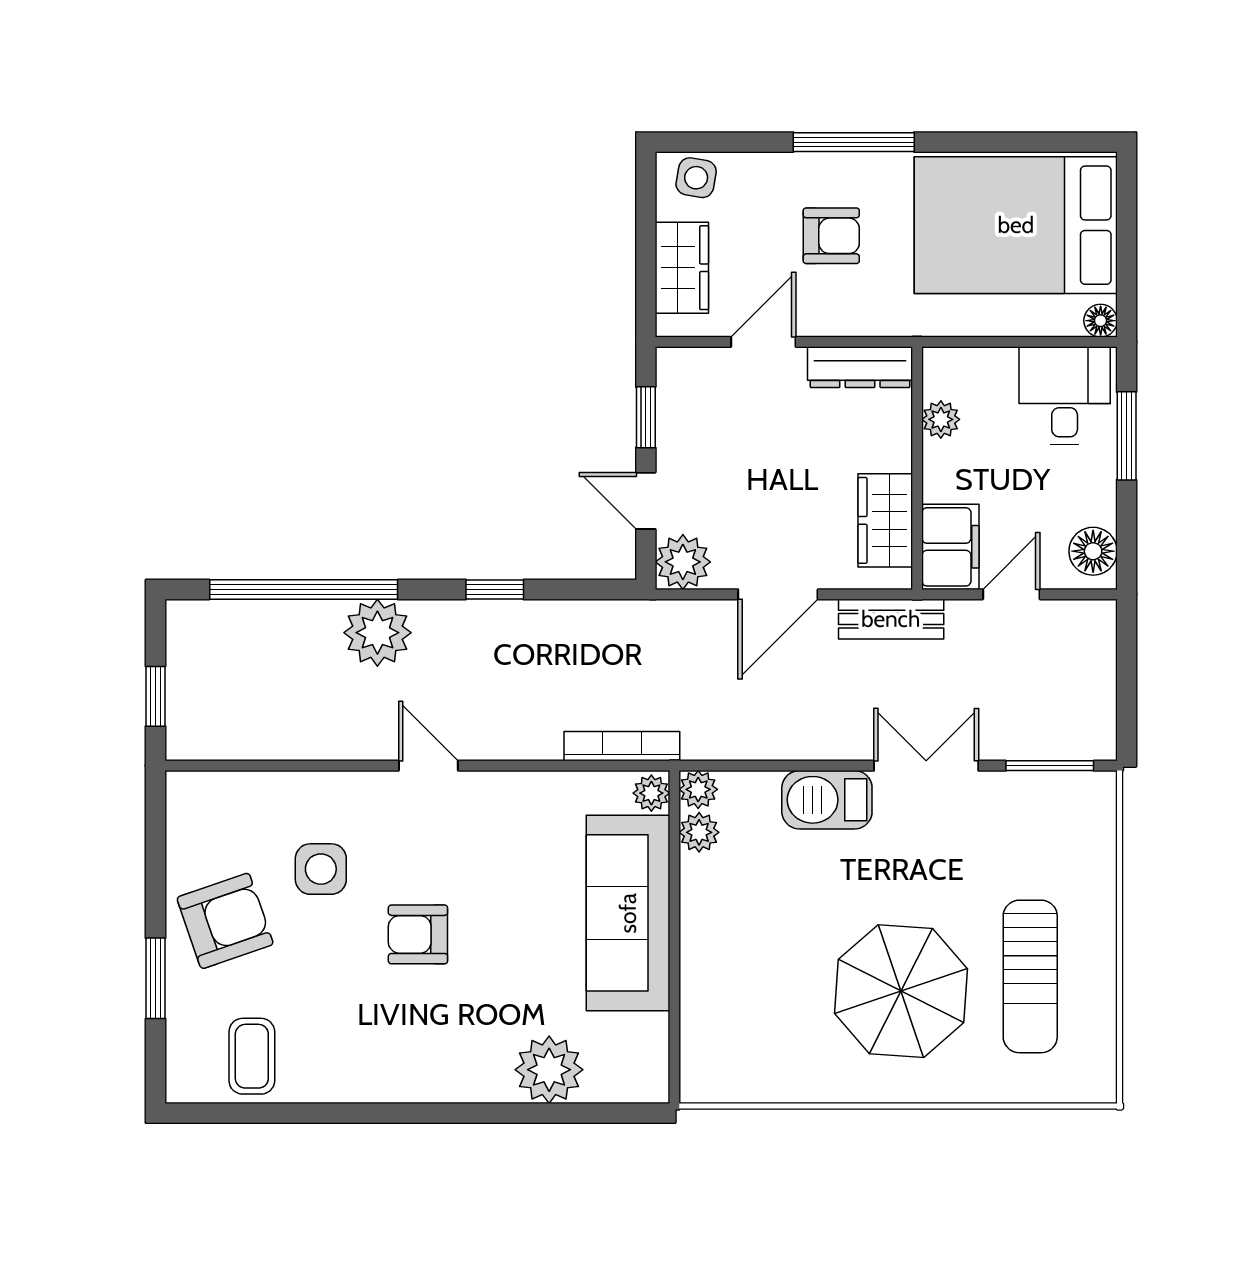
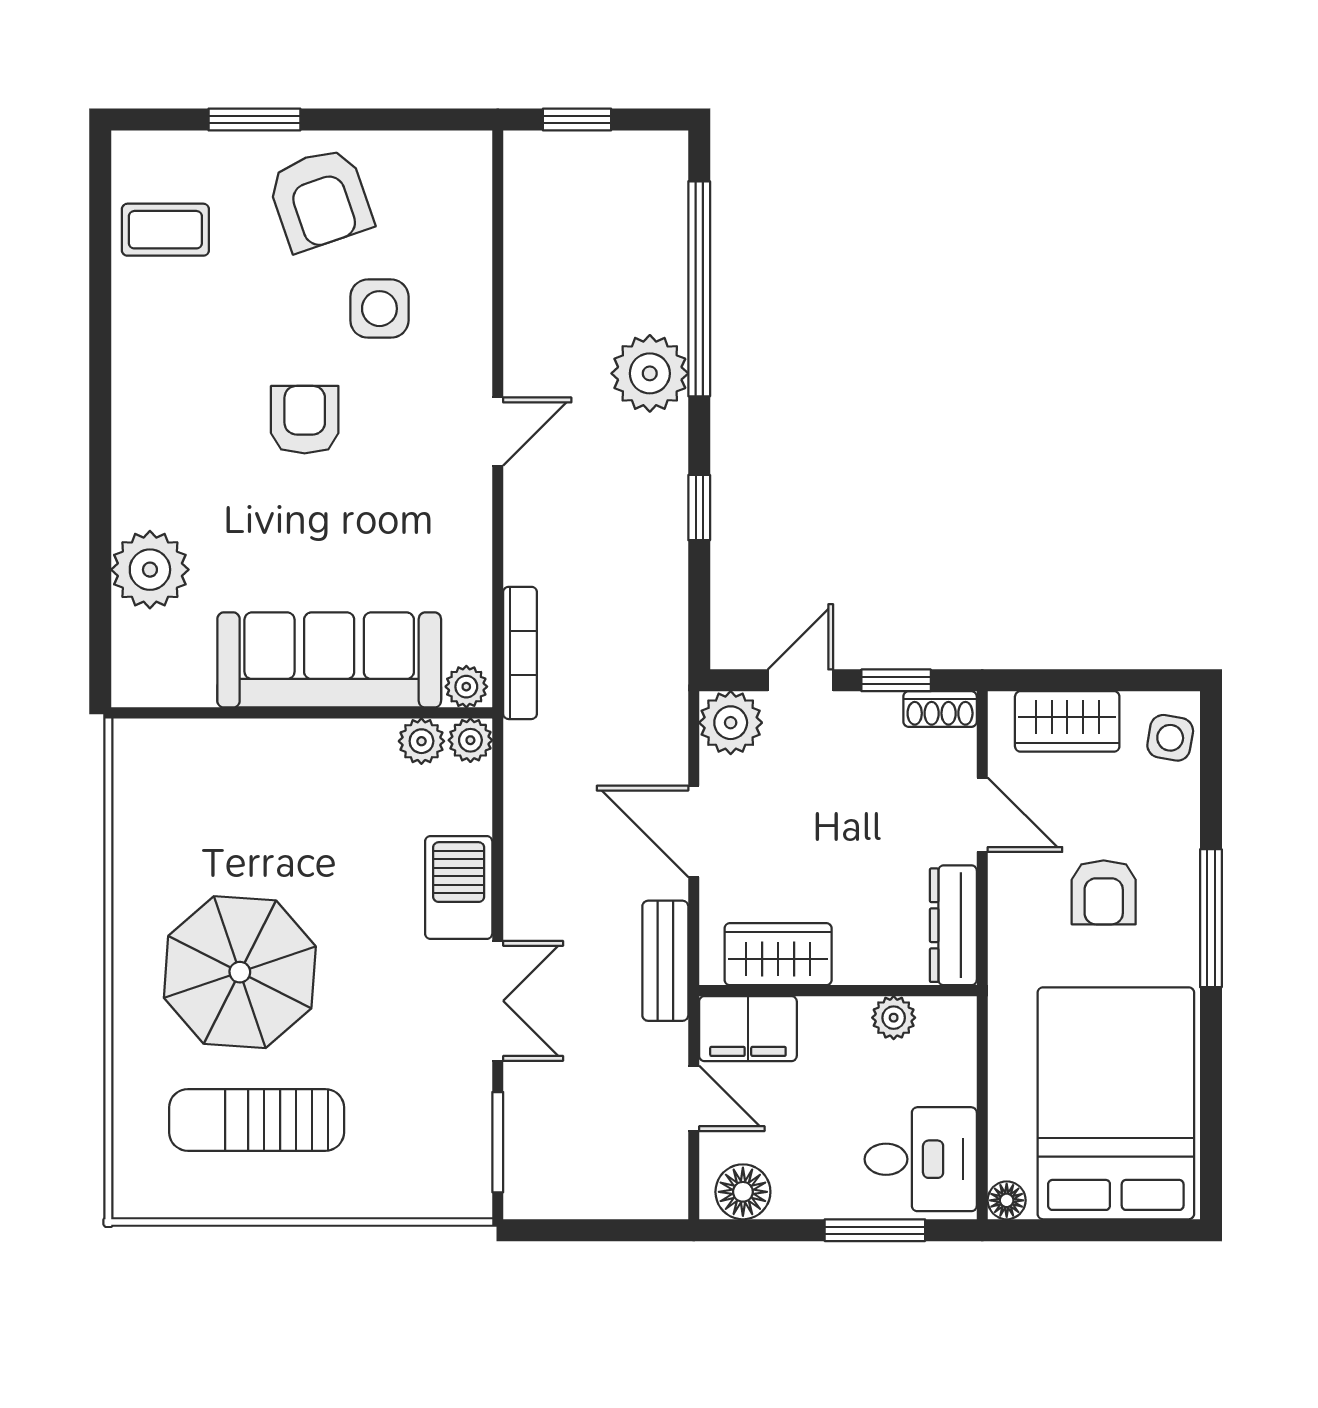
shoe rack: (671, 379) -> (940, 709), added

